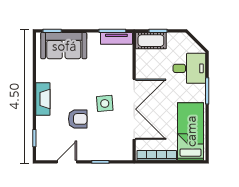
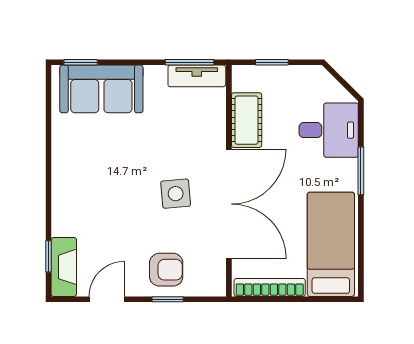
cot: (151, 41) -> (247, 120), moved, turned 90
fireplace: (43, 99) -> (64, 267), moved
armchair: (78, 119) -> (166, 270), moved

